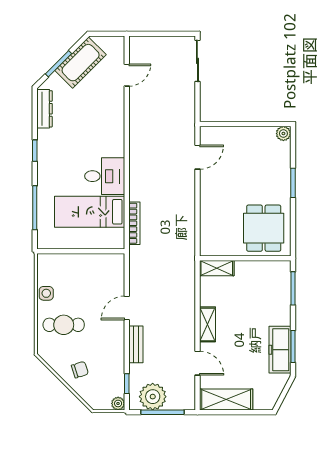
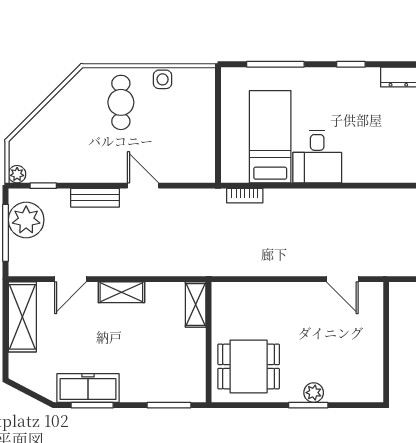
plant: (283, 134) -> (314, 393), moved
bookcase: (134, 223) -> (245, 196), width x0.64
chair: (80, 370) -> (62, 124), removed

